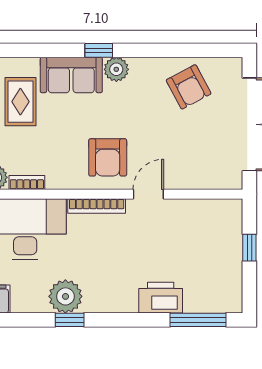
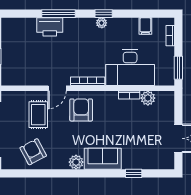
window: (99, 50) -> (134, 173), moved
rug: (20, 102) -> (38, 115), moved
plant: (65, 296) -> (102, 23), width x0.53, depth x0.53
window: (198, 320) -> (58, 14), moved

